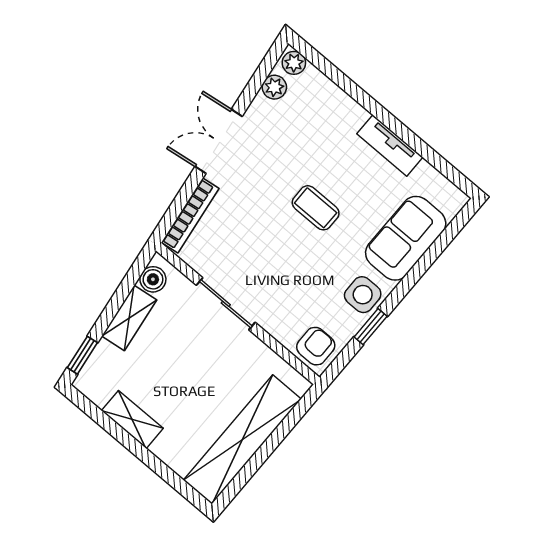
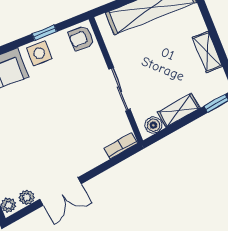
double door: (219, 141) -> (60, 192), moved
coffee table: (316, 208) -> (40, 117), removed
bookcase: (190, 215) -> (121, 146), width x0.64

